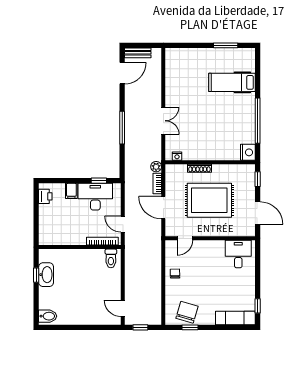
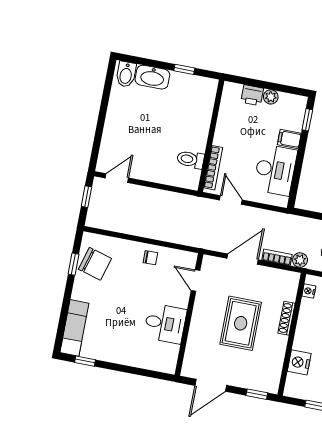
nightstand: (248, 152) -> (299, 362), moved, turned 90
window: (99, 181) -> (307, 120), moved
printer: (45, 196) -> (252, 95), moved
rug: (209, 200) -> (241, 323), width x0.73, depth x0.69
plant: (44, 210) -> (271, 97), added
door: (123, 224) -> (231, 200), hinge flipped
desk: (238, 254) -> (165, 323), moved
toilet: (111, 258) -> (191, 159), moved
washbasin: (46, 275) -> (152, 77), moved

